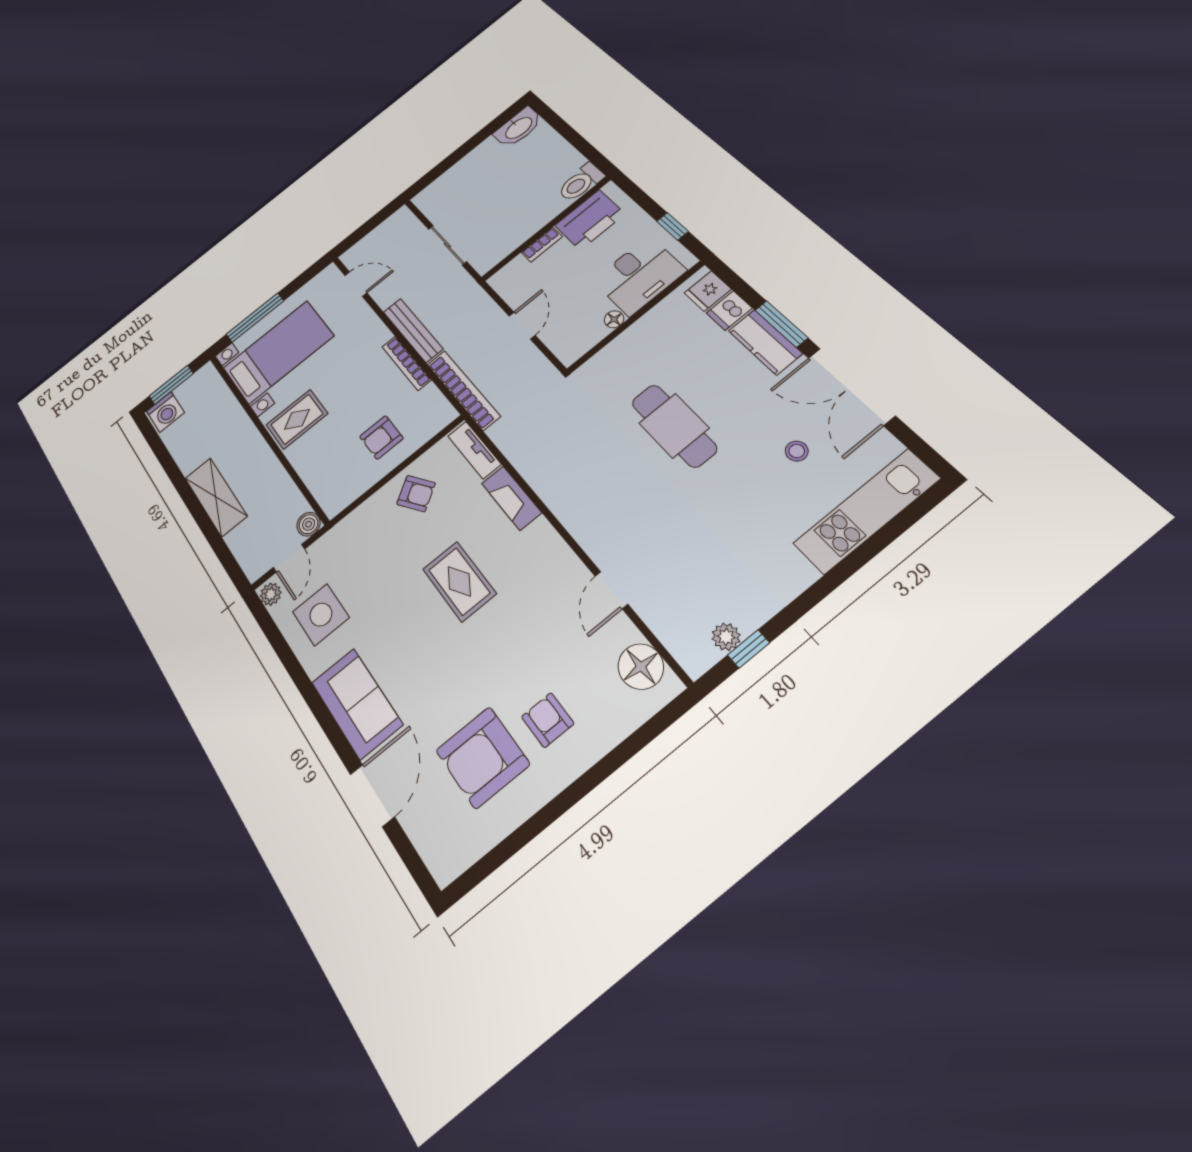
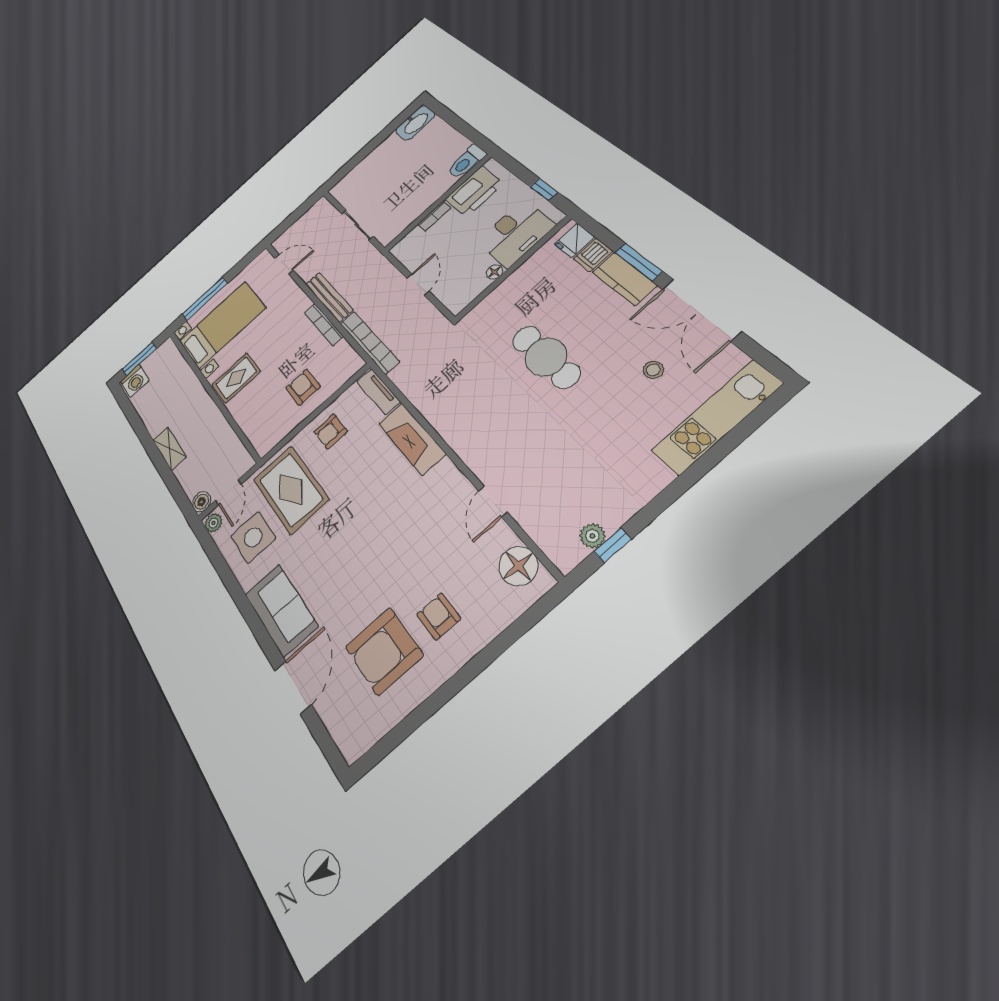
armchair: (381, 437) -> (303, 387), turned 90
armchair: (416, 494) -> (331, 431), turned 124
shelving: (216, 497) -> (170, 449), width x0.67, depth x0.75
fireplace: (511, 498) -> (412, 439), width x1.37, depth x1.32
boiler: (309, 524) -> (202, 502), moved
rug: (459, 581) -> (291, 490), moved, width x1.36, depth x1.43

